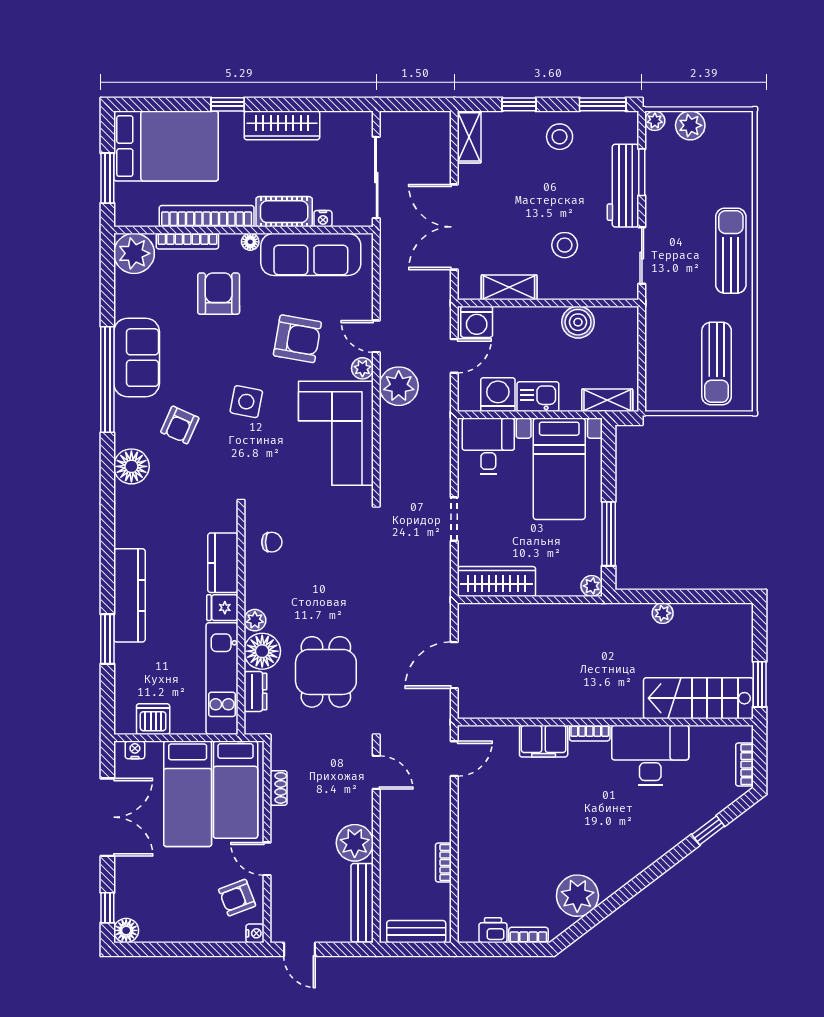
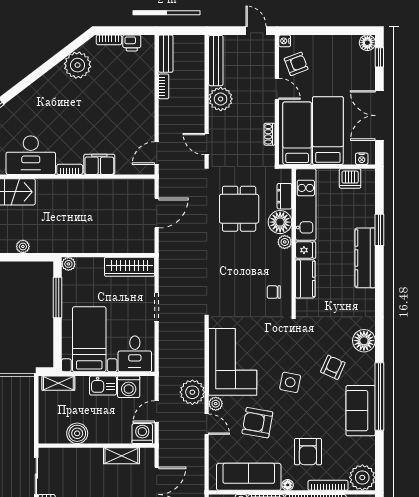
stool: (565, 245) -> (86, 483), removed
bench: (416, 932) -> (166, 54), moved, turned 90

